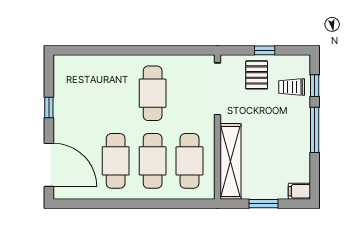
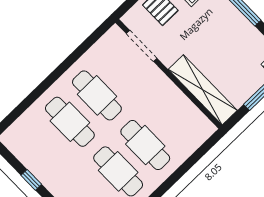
doorway: (218, 89) -> (142, 46), width x0.73
cafe table: (189, 161) -> (70, 122), moved

